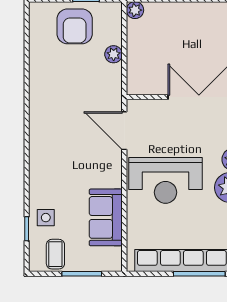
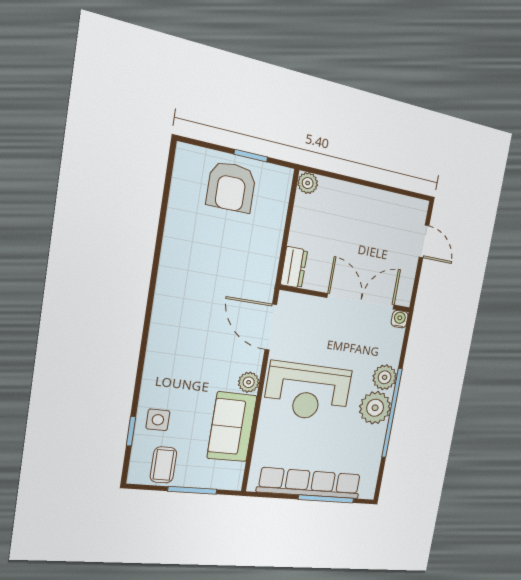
plant: (114, 54) -> (249, 382), moved
dresser: (135, 79) -> (294, 267), added

